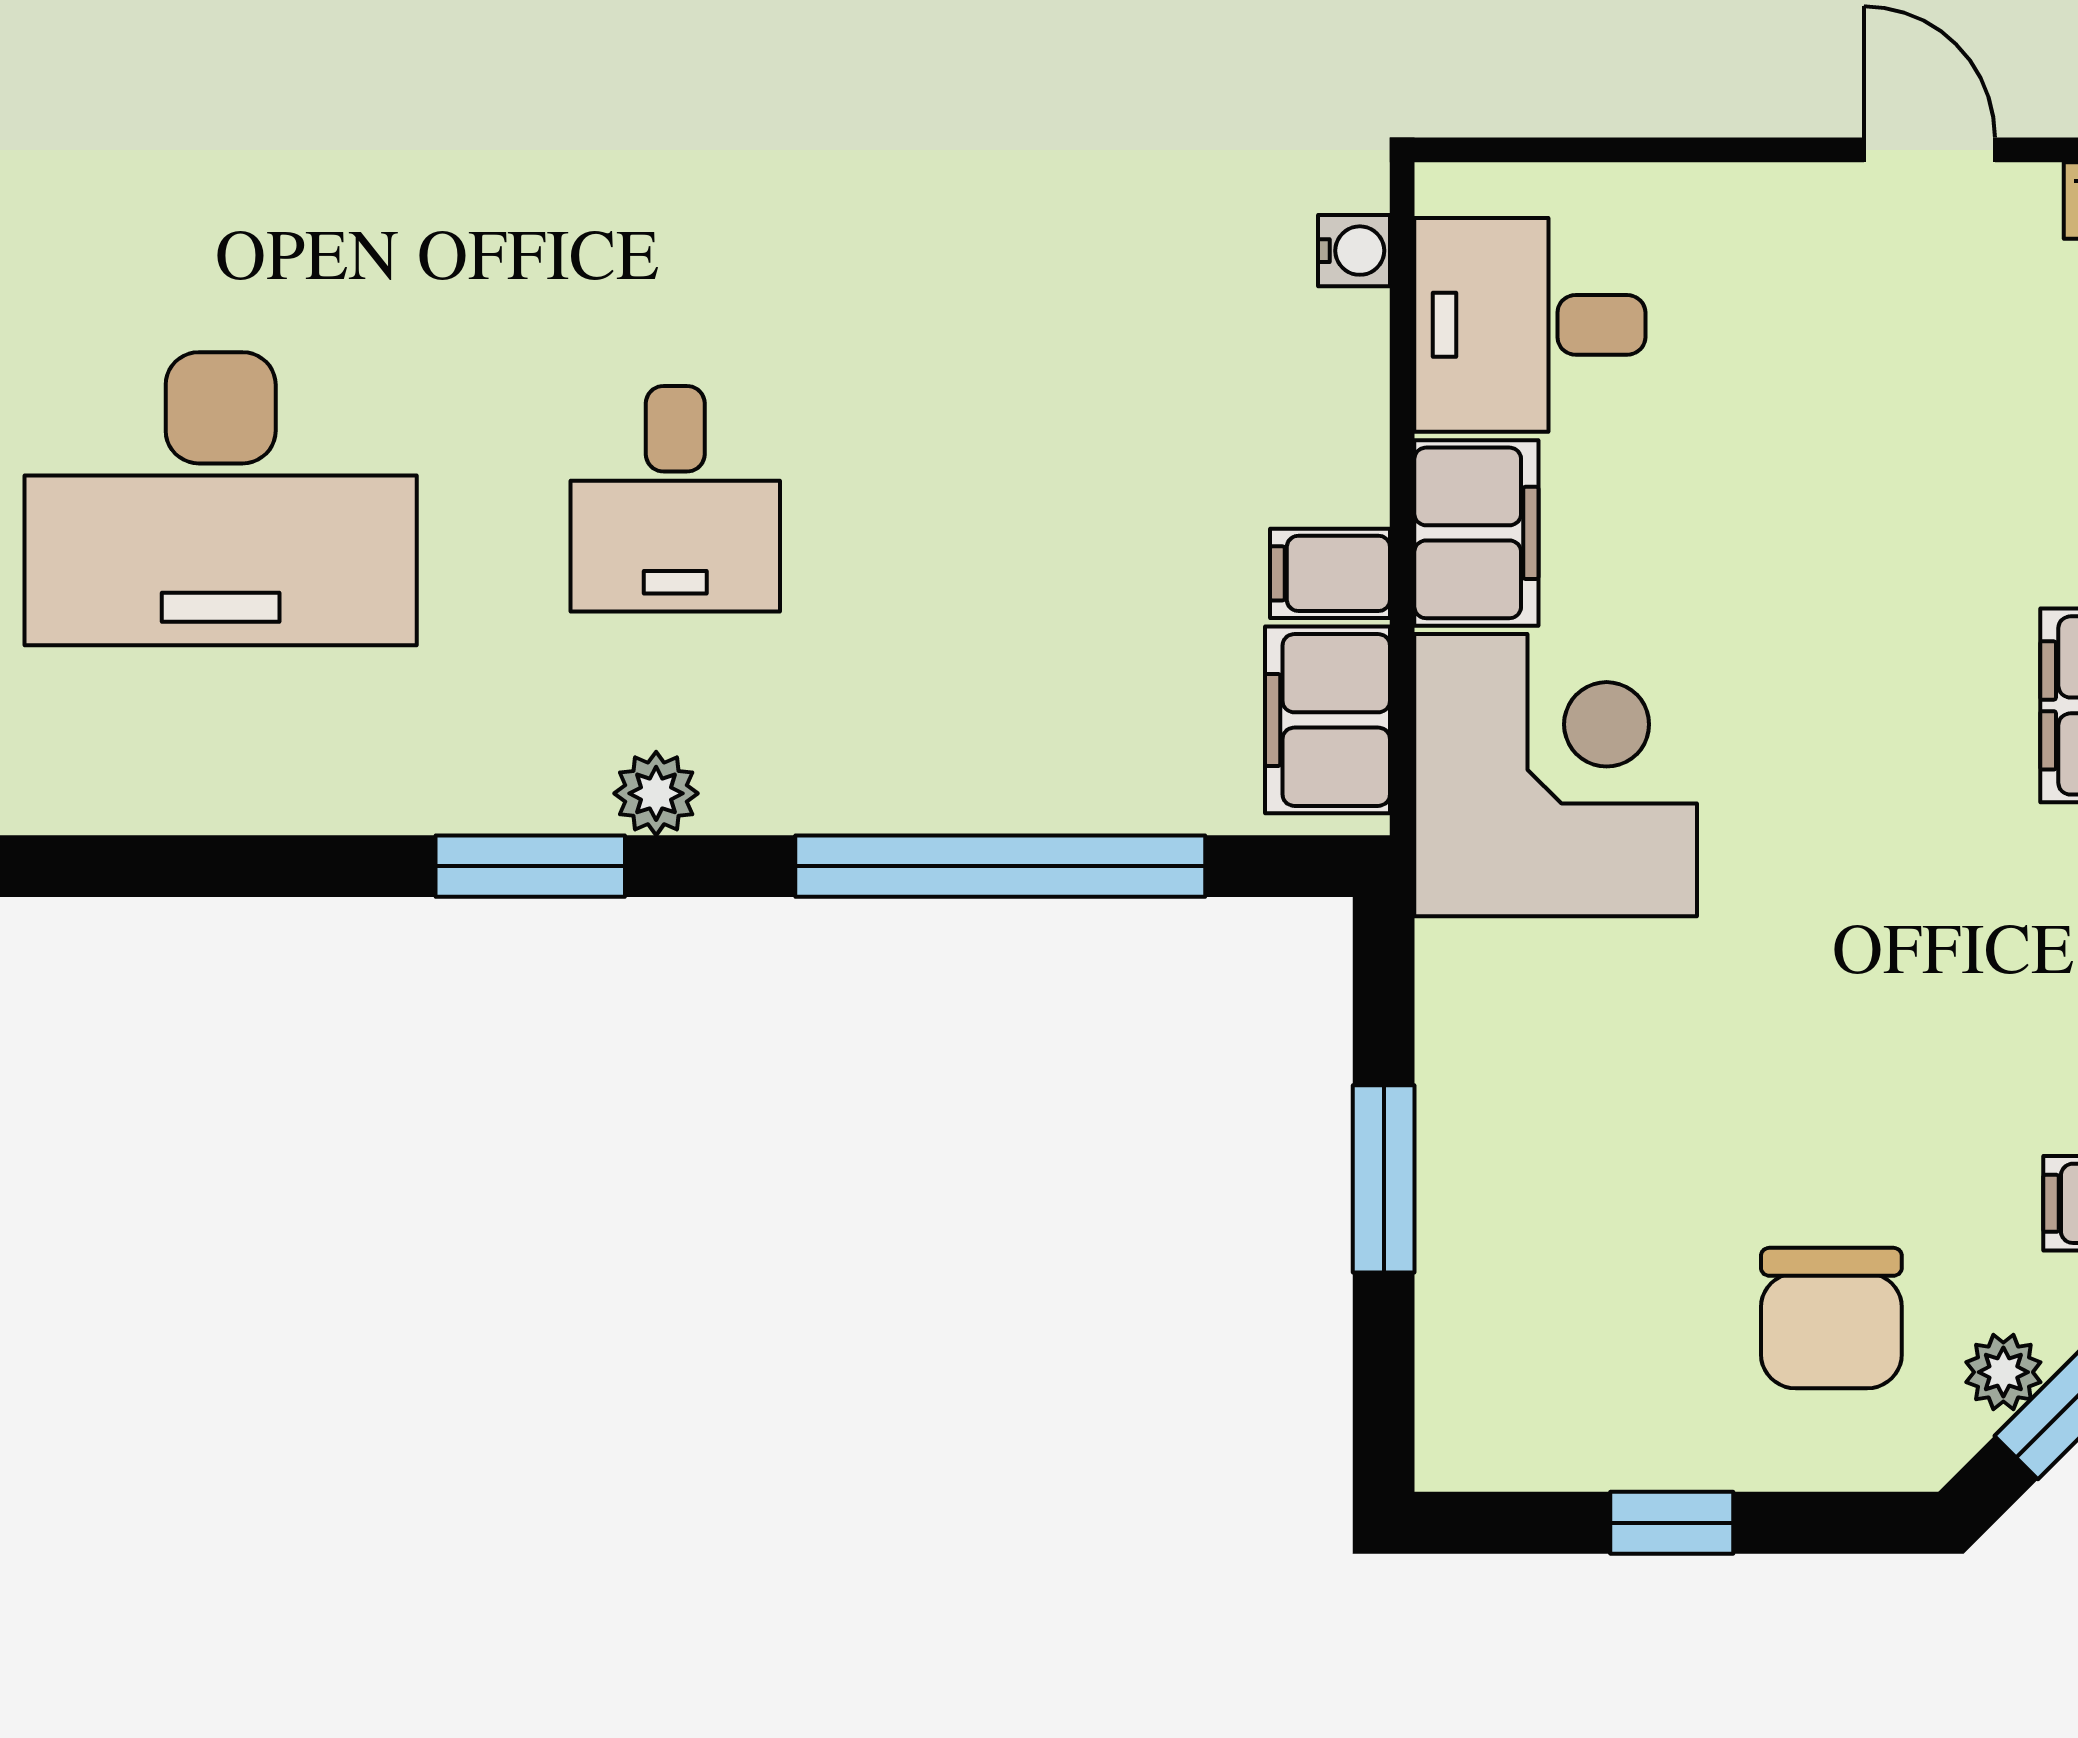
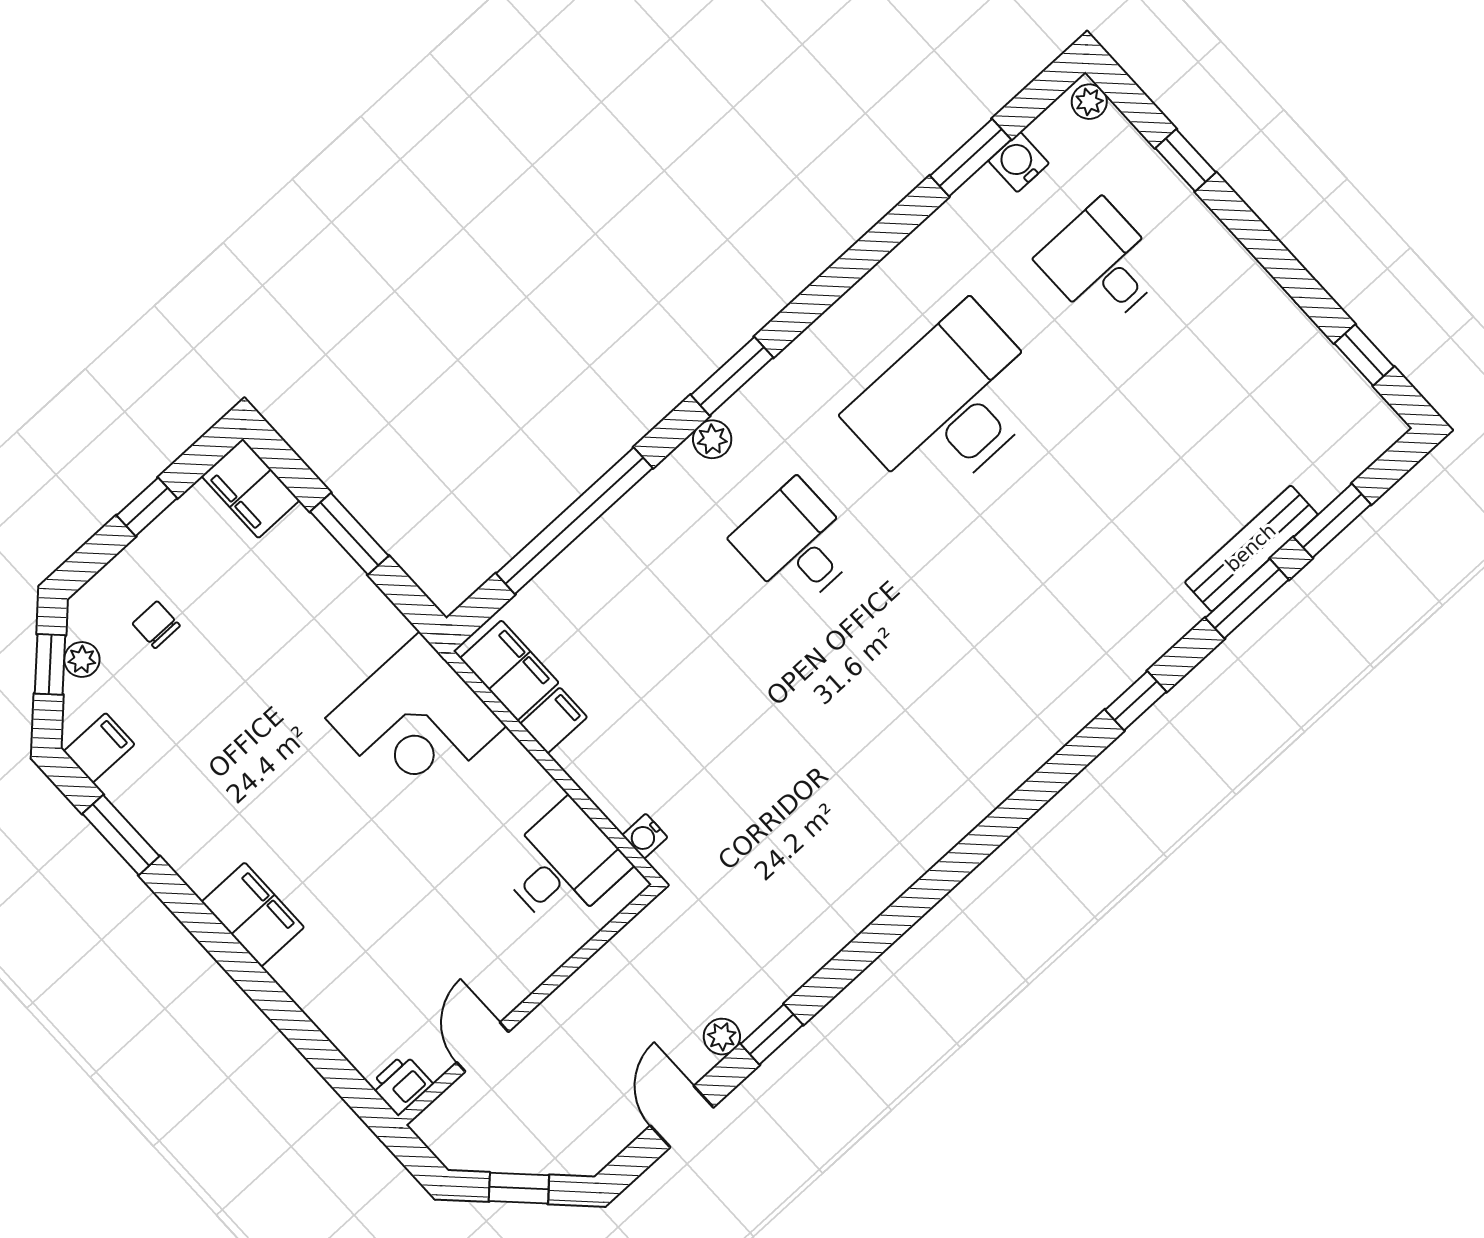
door: (1930, 150) -> (483, 1047), swing flipped
filing cabinet: (1476, 533) -> (250, 488), moved
chair: (1831, 1318) -> (156, 625), width x0.54, depth x0.54

